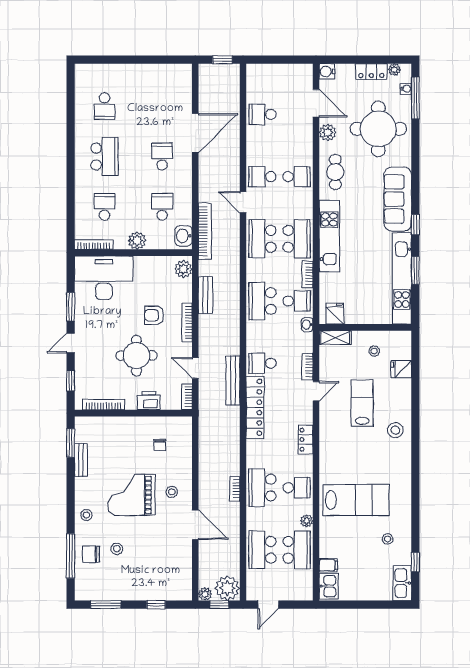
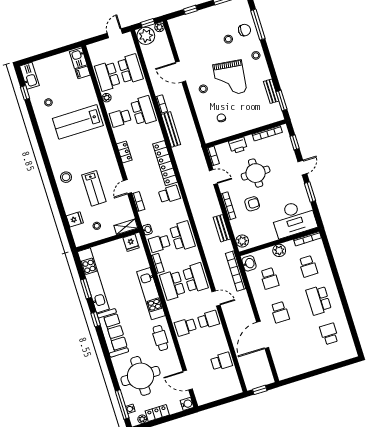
plant: (328, 132) -> (174, 363), removed
bench: (233, 380) -> (171, 129), moved
grand piano: (131, 495) -> (230, 78), turned 97

